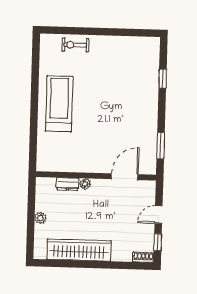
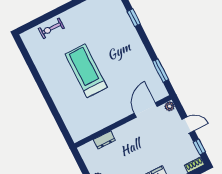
treadmill: (59, 104) -> (86, 71), moved
plant: (85, 184) -> (170, 106), moved
door: (159, 214) -> (188, 125), swing flipped

